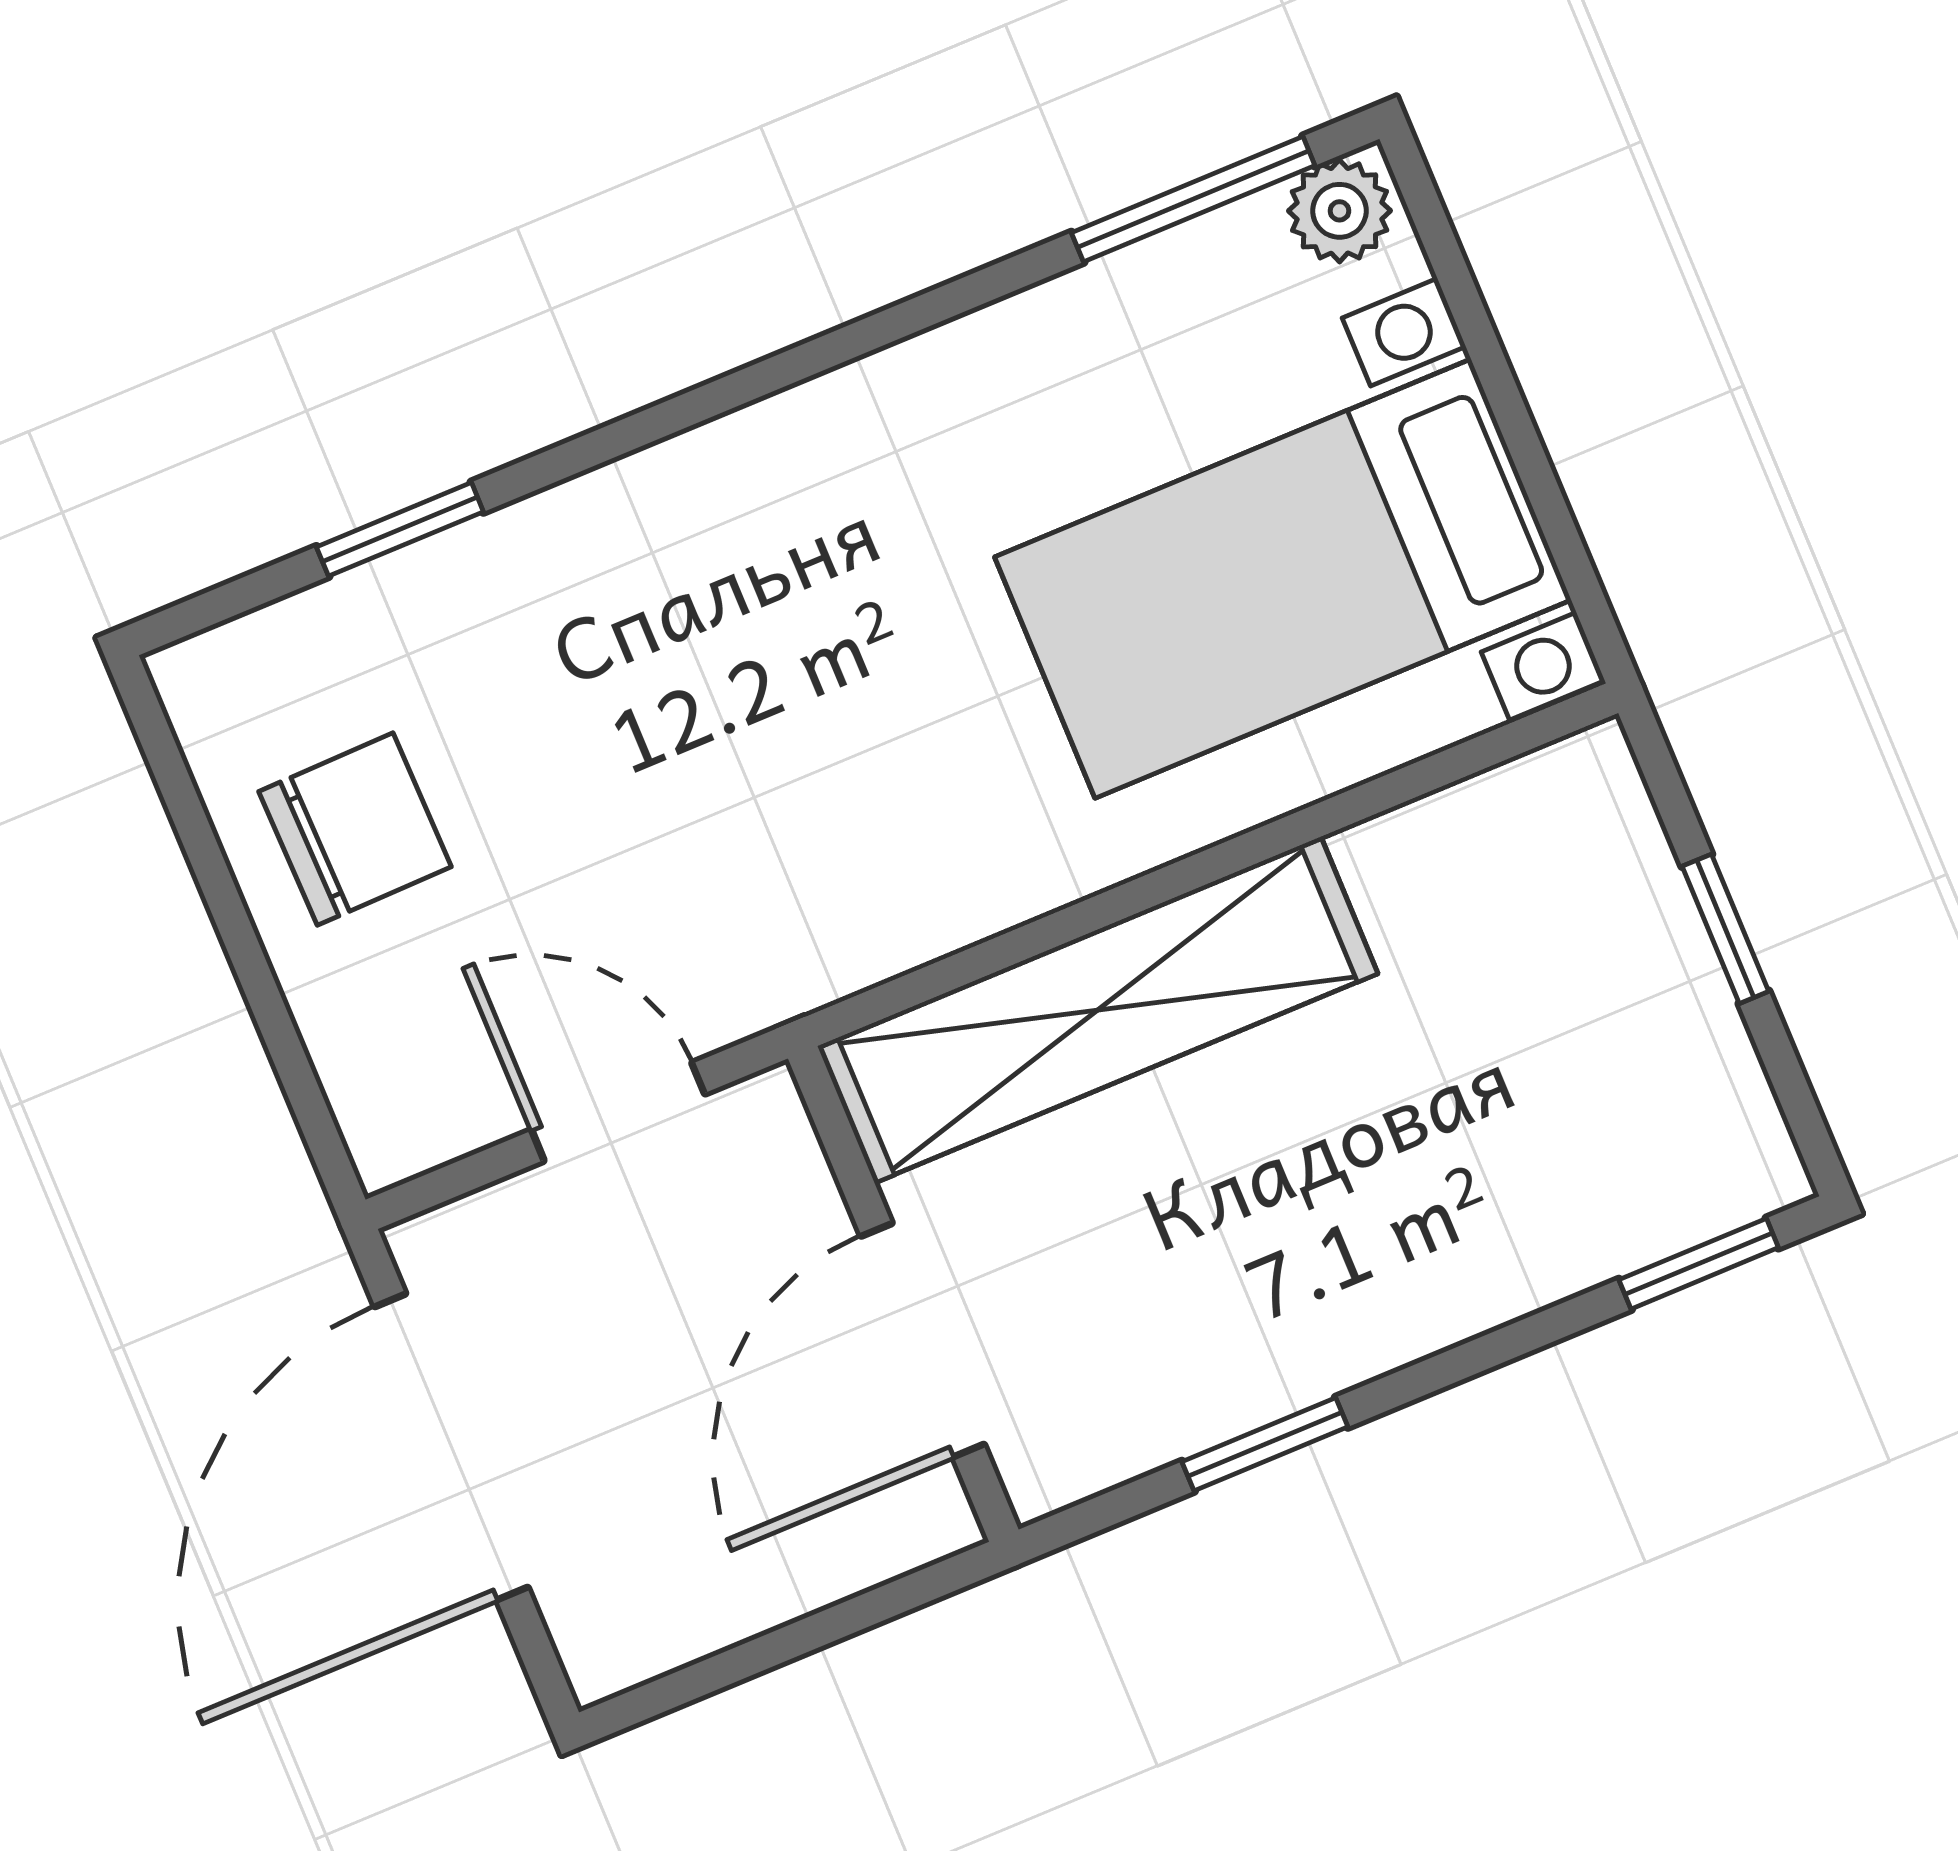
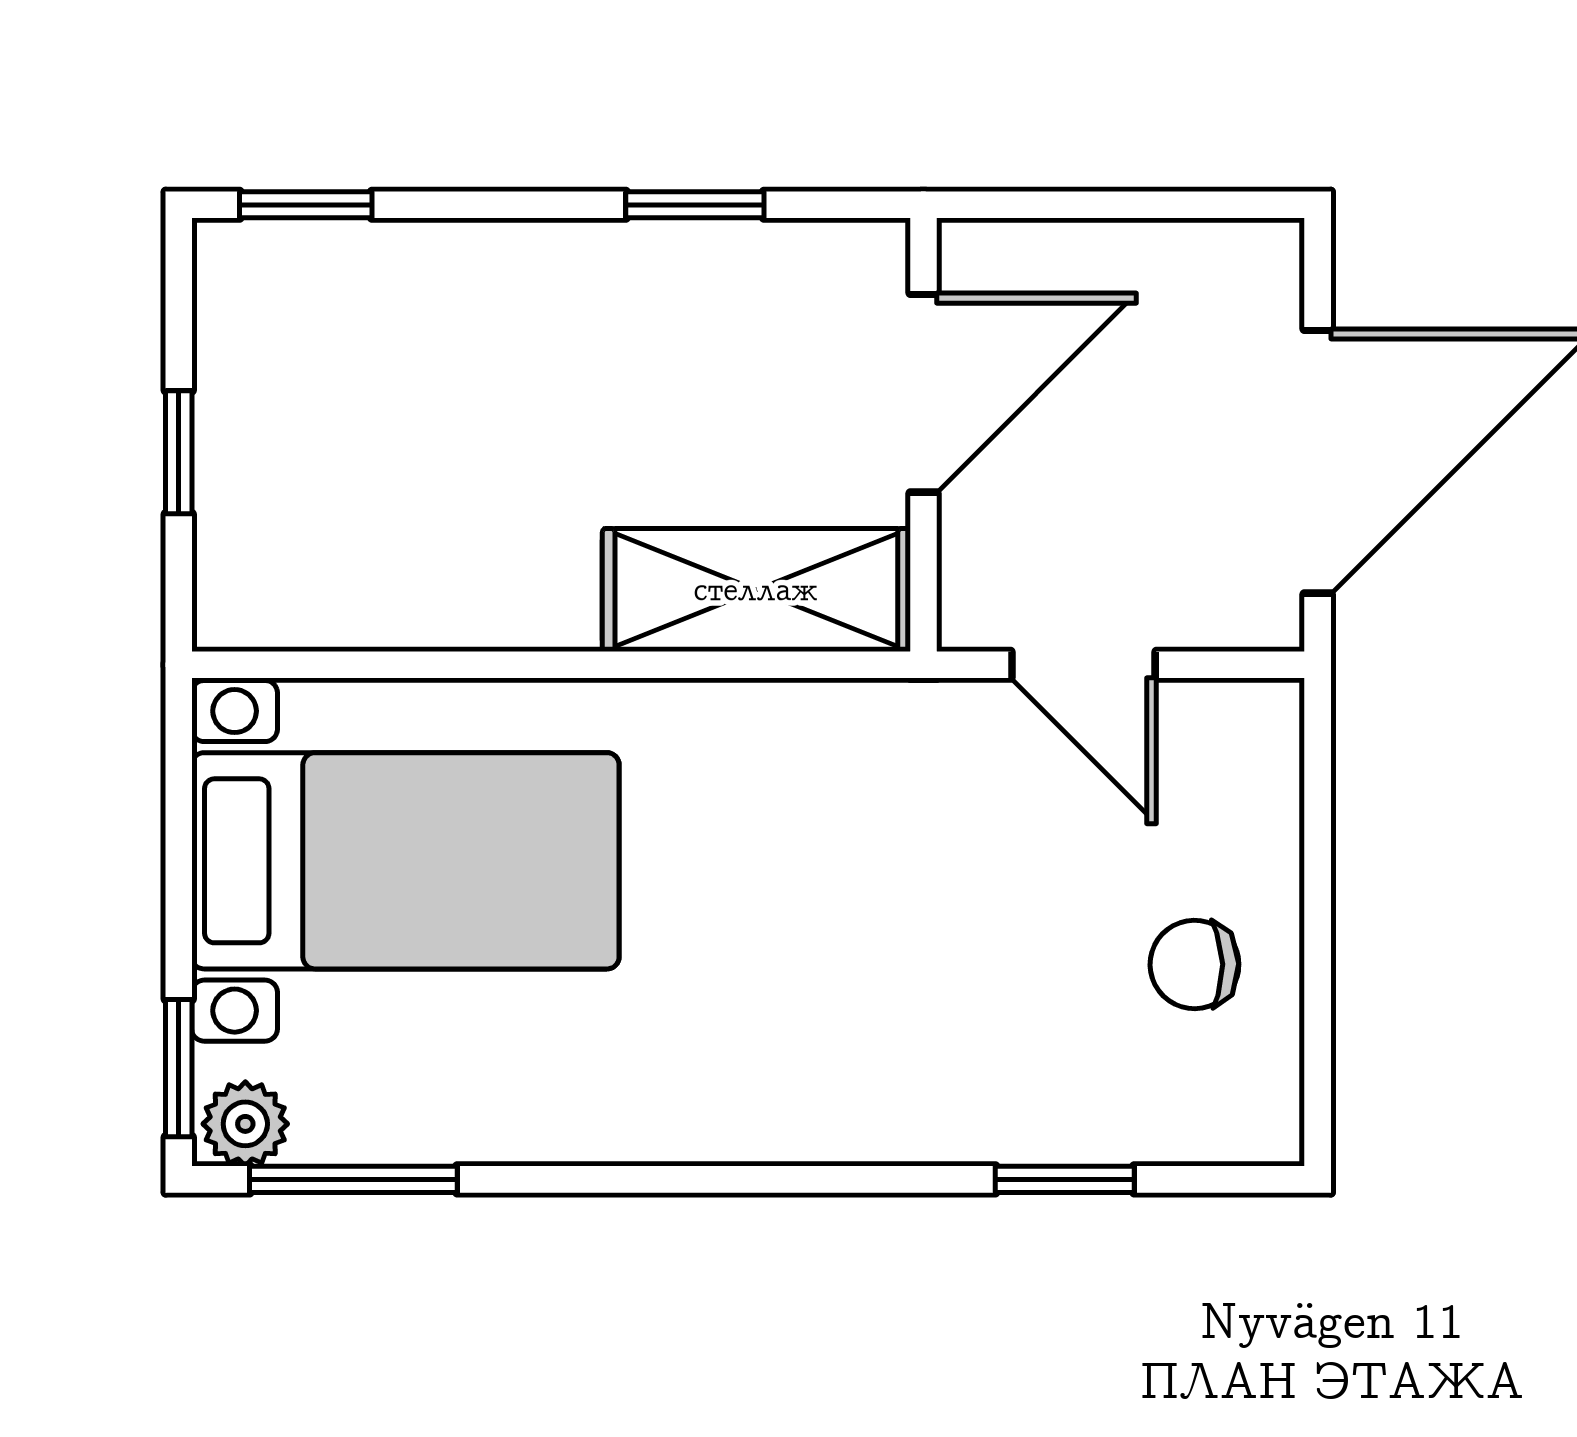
window: (1440, 242) -> (179, 1068), added
chair: (355, 829) -> (1194, 965), width x0.73, depth x0.73
shelving: (1098, 1010) -> (756, 590), width x0.68

